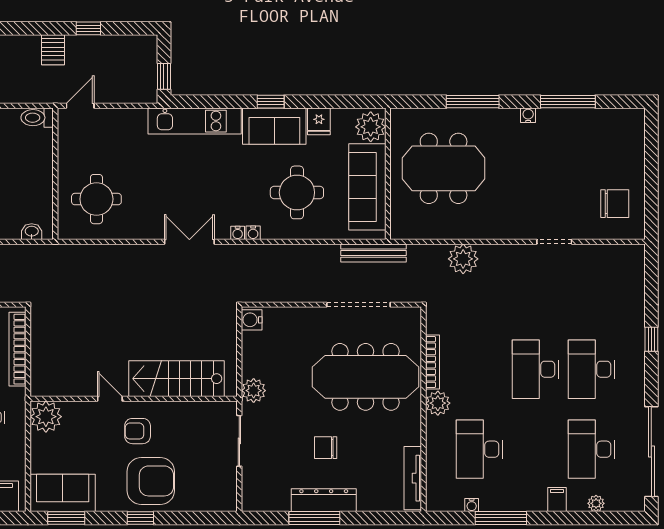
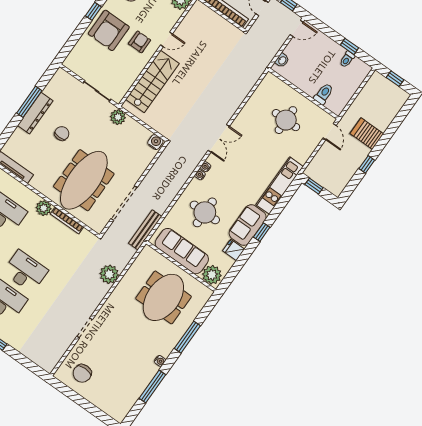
server rack: (53, 50) -> (367, 134), width x1.36, depth x1.44
toilet: (37, 118) -> (324, 94), moved
round table: (96, 199) -> (286, 120), moved

